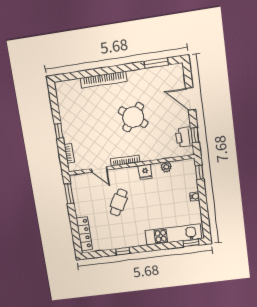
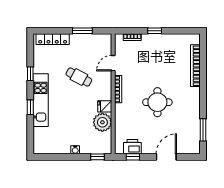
bookcase: (104, 80) -> (195, 66), moved
round table: (133, 117) -> (157, 102), turned -38
plant: (166, 167) -> (102, 122), width x1.87, depth x1.87
window: (69, 193) -> (82, 31), moved
kitchen unit: (173, 235) -> (41, 100), moved
window: (191, 243) -> (30, 107), moved

